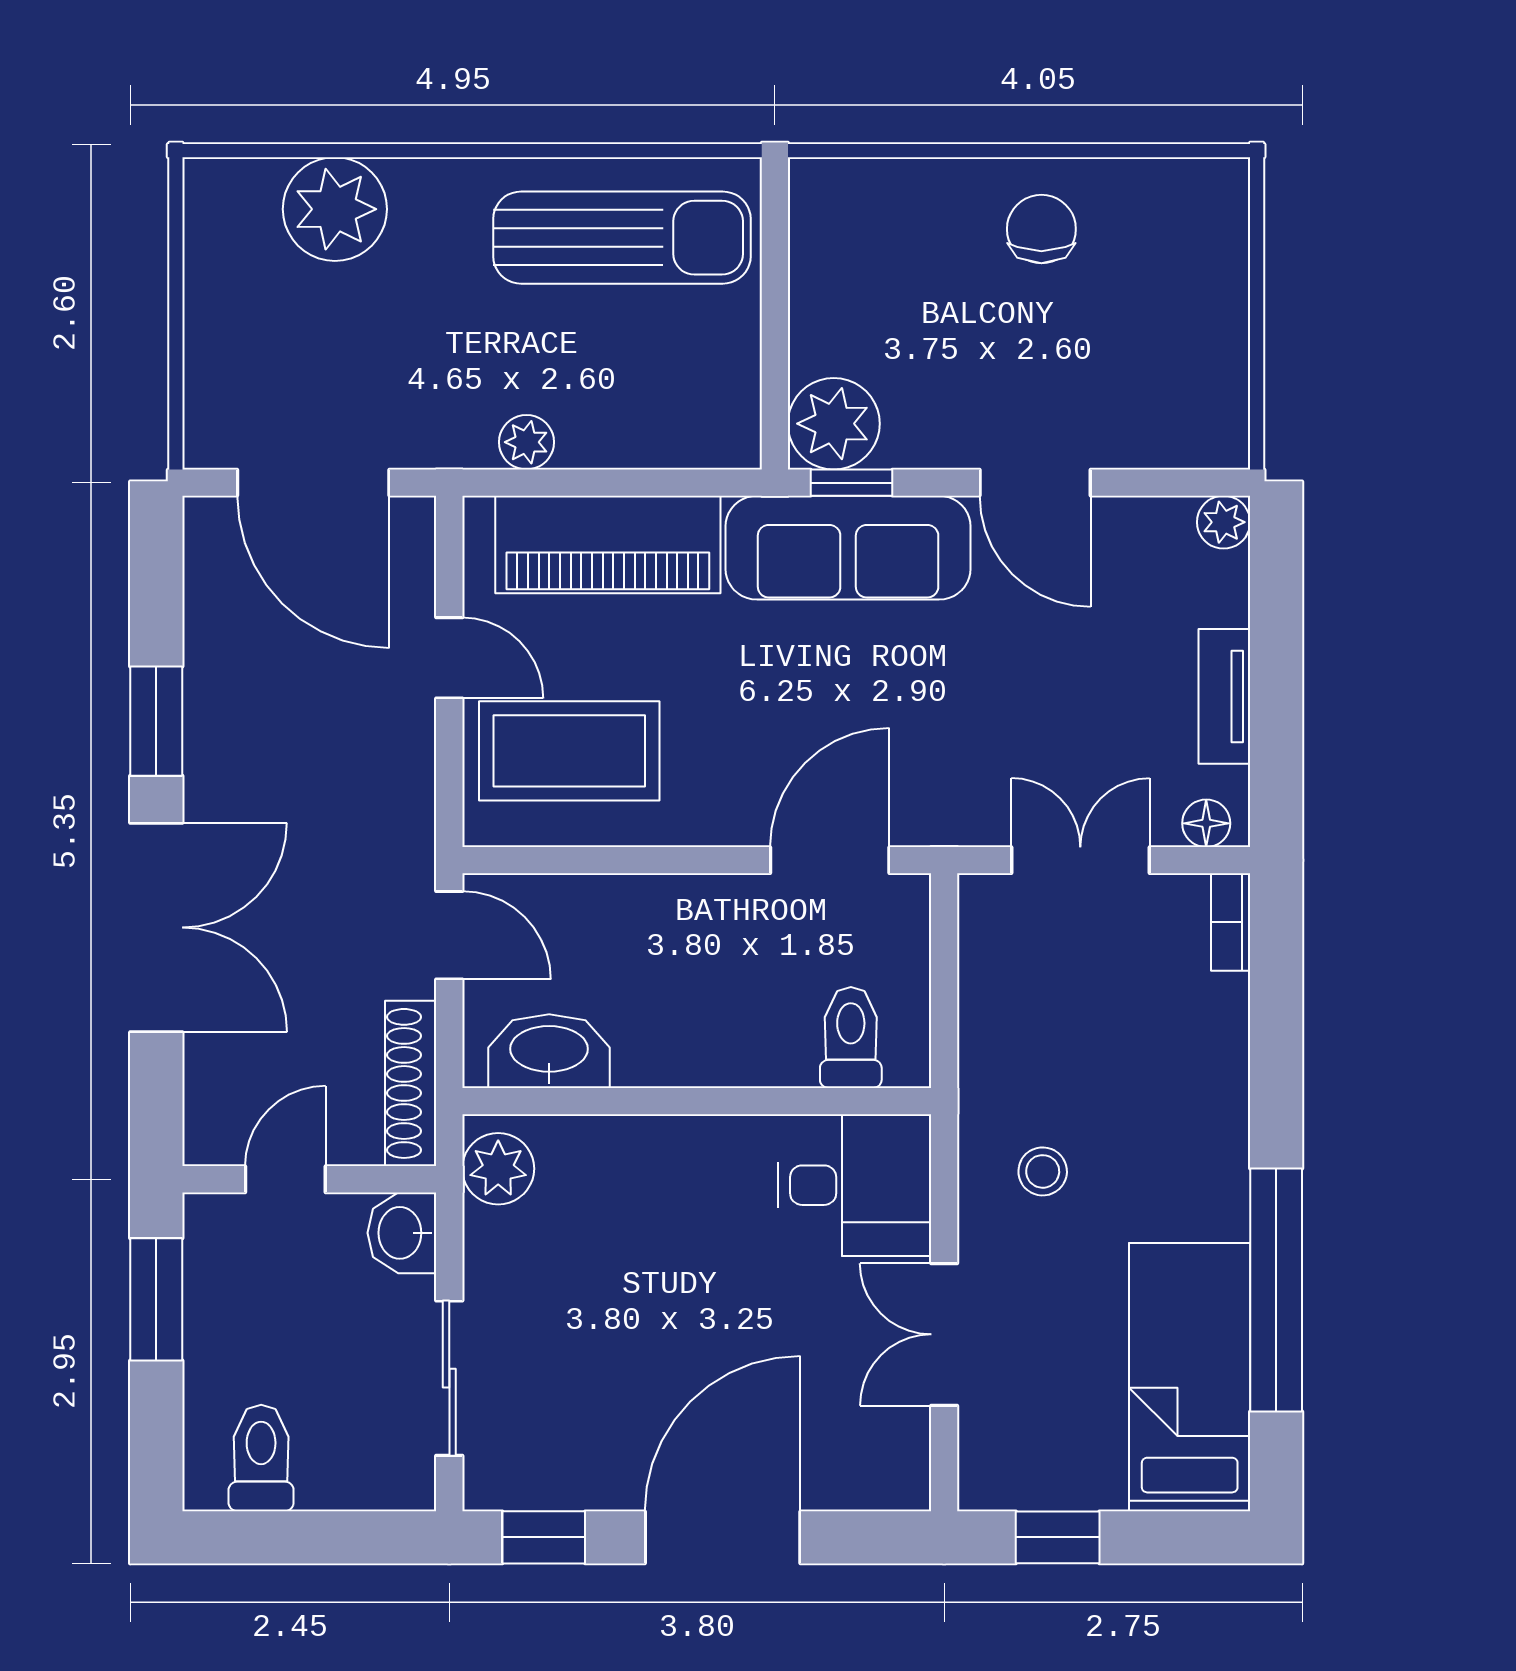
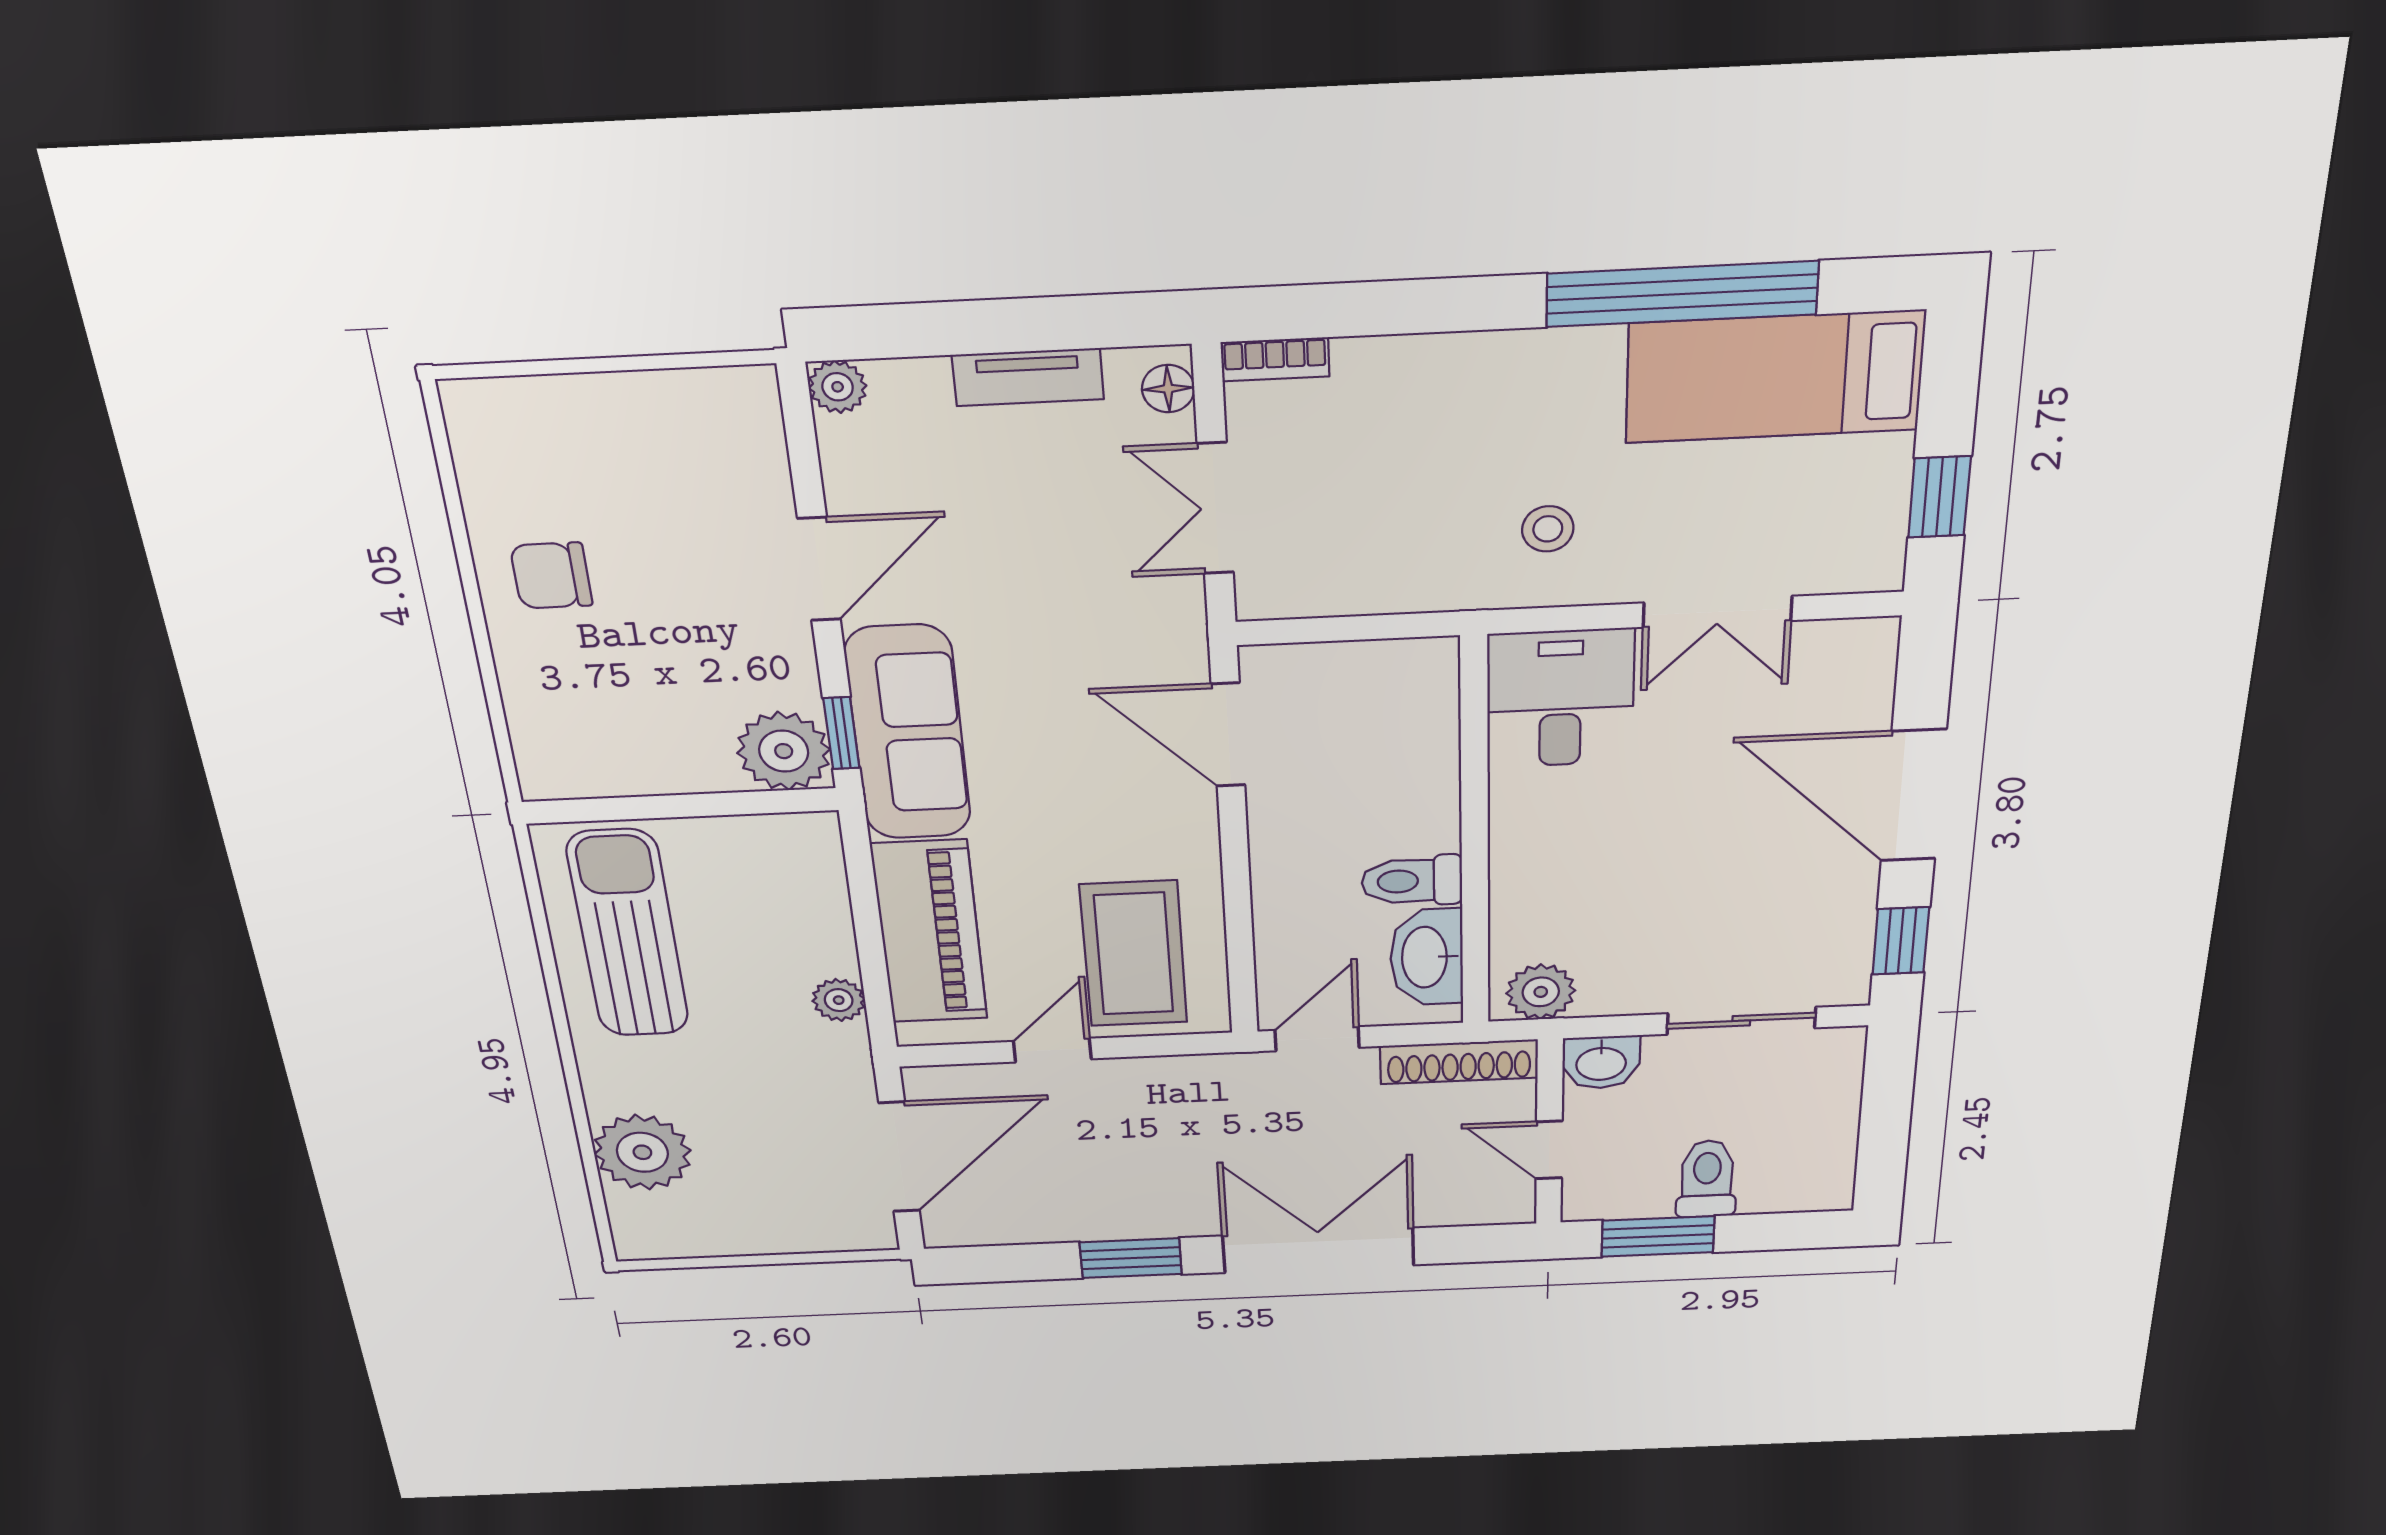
toilet: (851, 1037) -> (1412, 881), moved
toilet: (261, 1458) -> (1707, 1179), moved, turned 90

